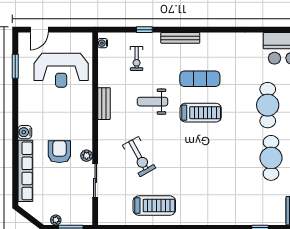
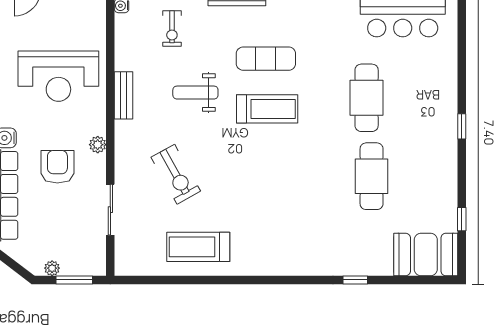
reception desk: (61, 70) -> (58, 76), moved
plant: (87, 156) -> (98, 145), moved
treadmill: (154, 206) -> (198, 247), turned 180

